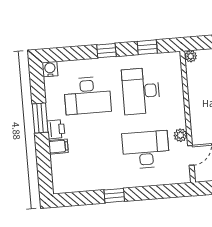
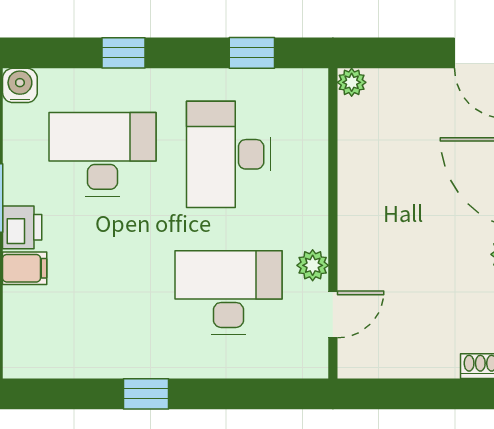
window: (106, 51) -> (123, 53), moved
desk: (87, 95) -> (103, 154), turned 180

